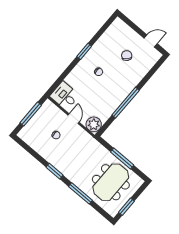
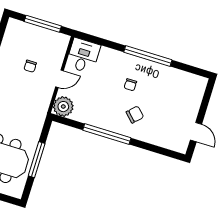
window: (84, 51) -> (148, 56), width x2.11
chair: (127, 56) -> (135, 115), moved

